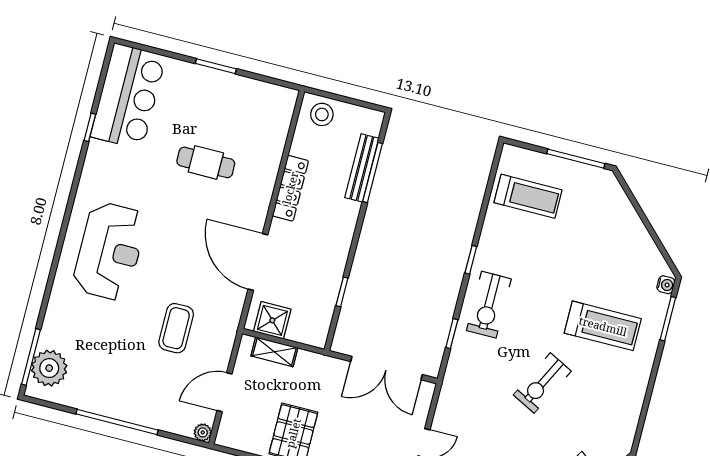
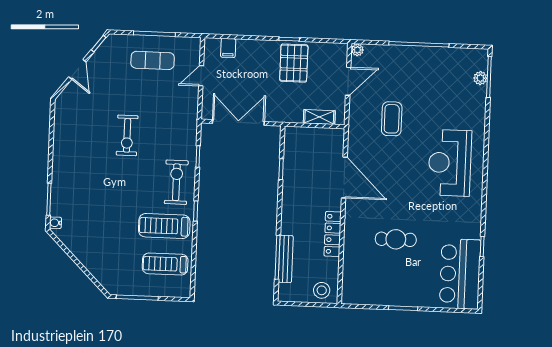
shower: (272, 320) -> (325, 139), removed
treadmill: (603, 326) -> (164, 226), moved
plant: (49, 368) -> (480, 78), width x0.53, depth x0.53
exercise bike: (542, 383) -> (127, 135), turned 153

